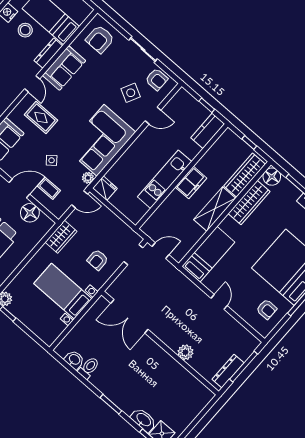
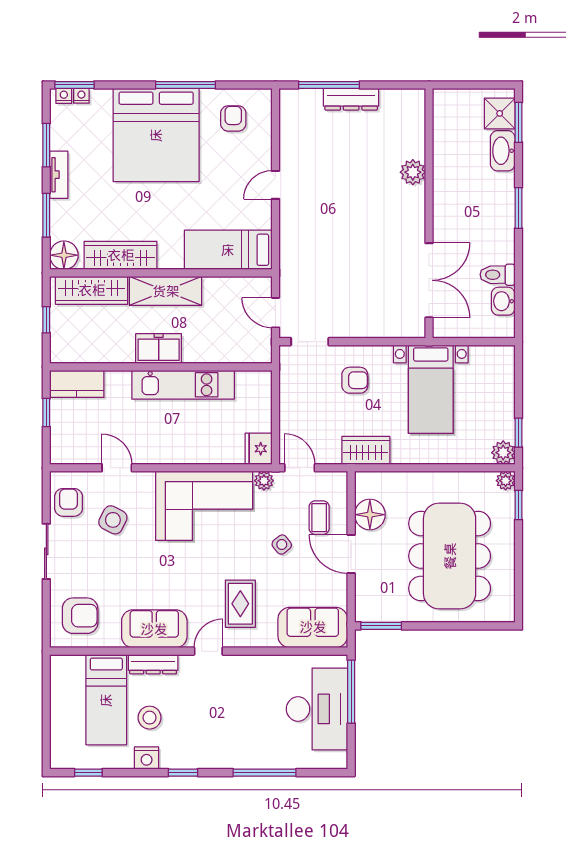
double door: (129, 316) -> (429, 280), moved
wall: (160, 343) -> (429, 213), moved
plant: (185, 352) -> (413, 172), moved

